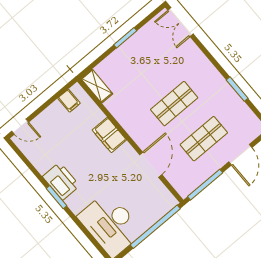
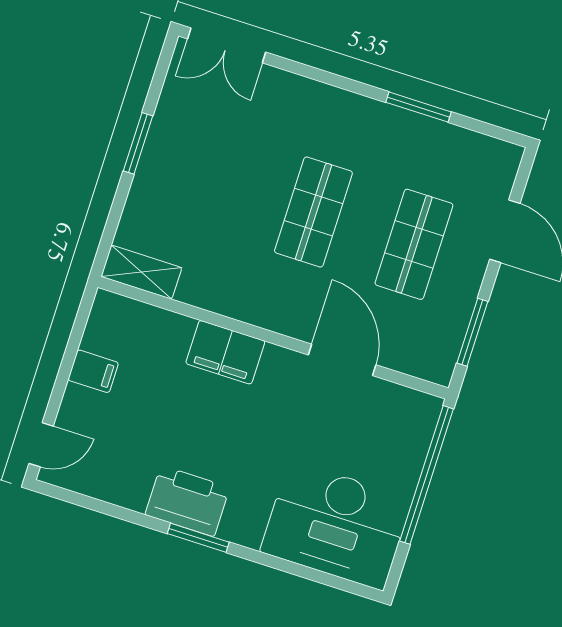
filing cabinet: (69, 101) -> (93, 371), moved
window: (205, 185) -> (472, 332), width x0.69

